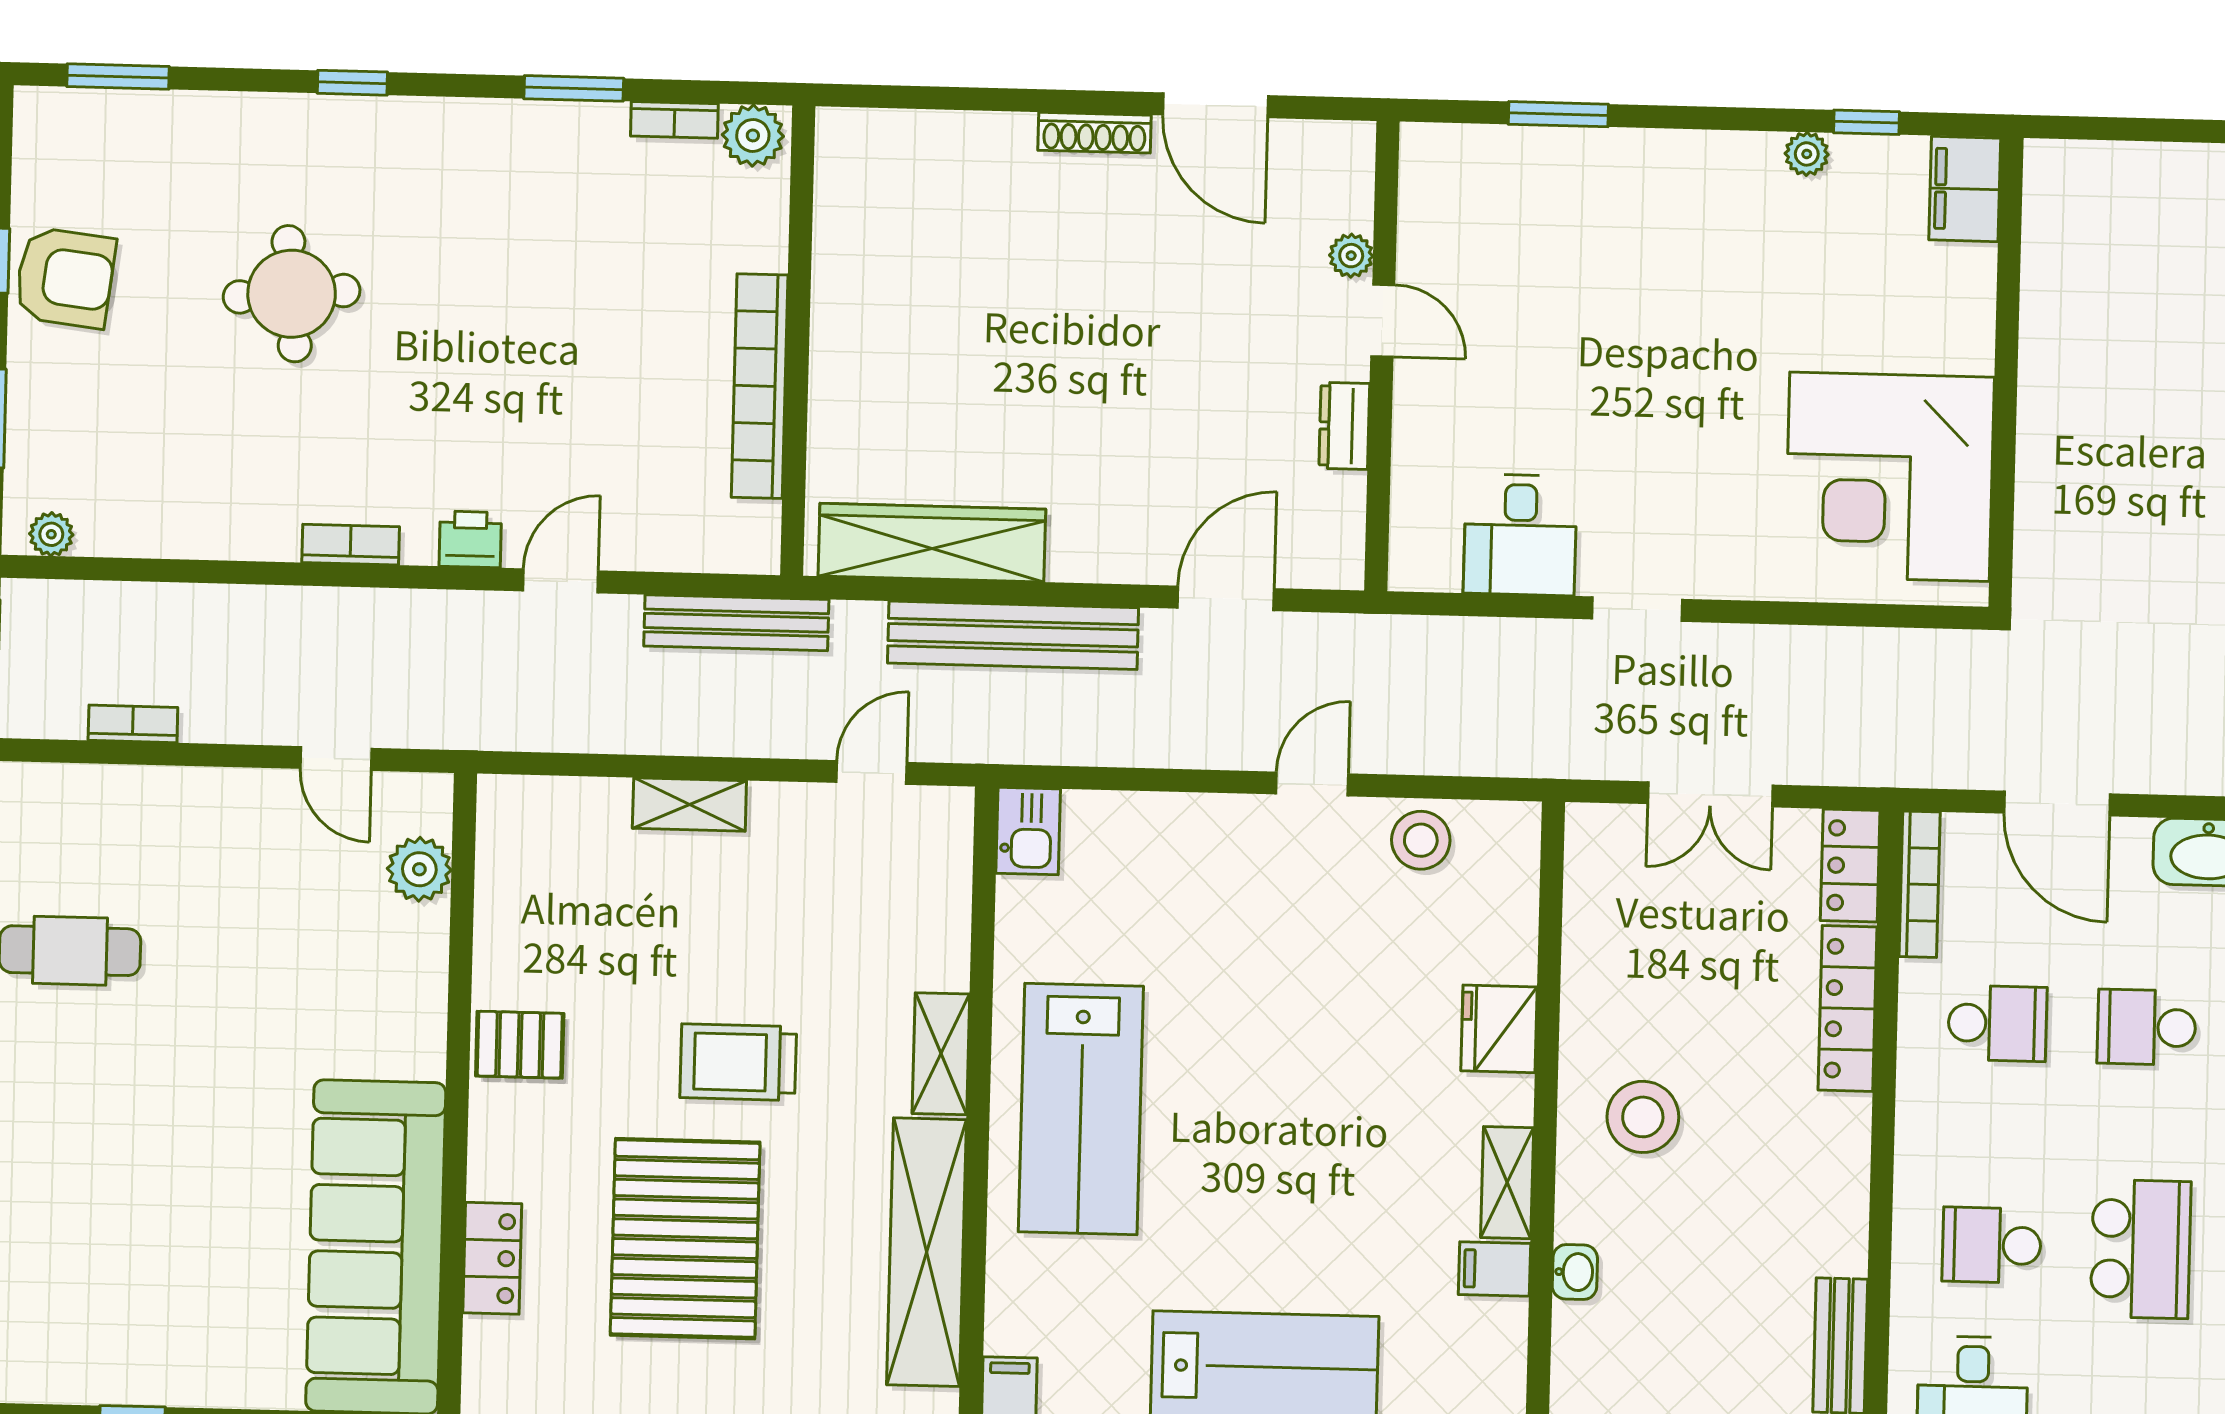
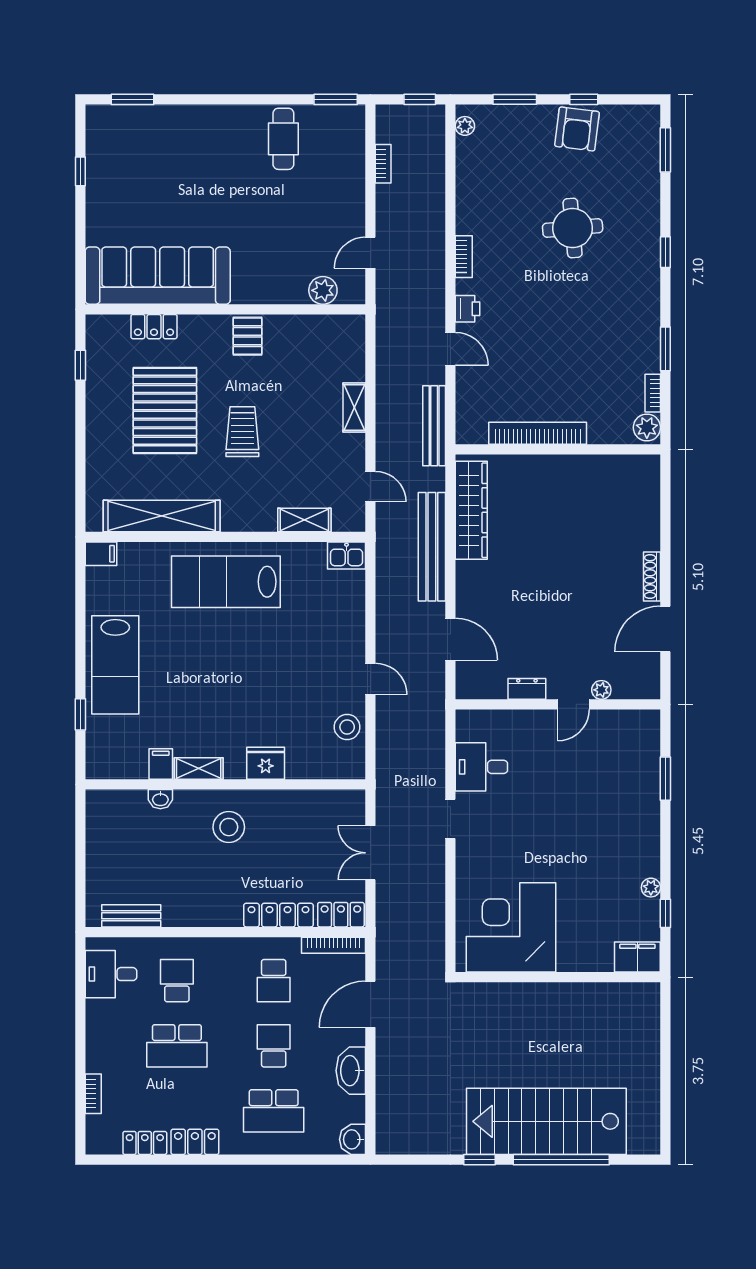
shelving: (941, 1054) -> (304, 520), moved
pallet: (685, 1239) -> (165, 411), turned 90

